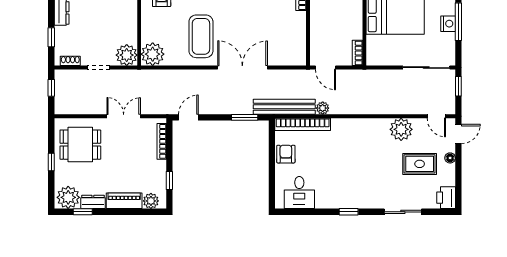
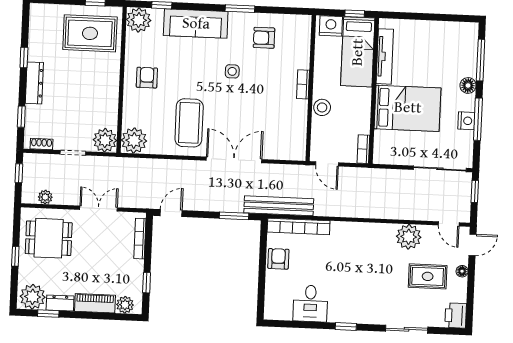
stool: (319, 17) -> (322, 107), added
plant: (323, 108) -> (45, 197), moved
desk: (299, 193) -> (310, 303), moved

